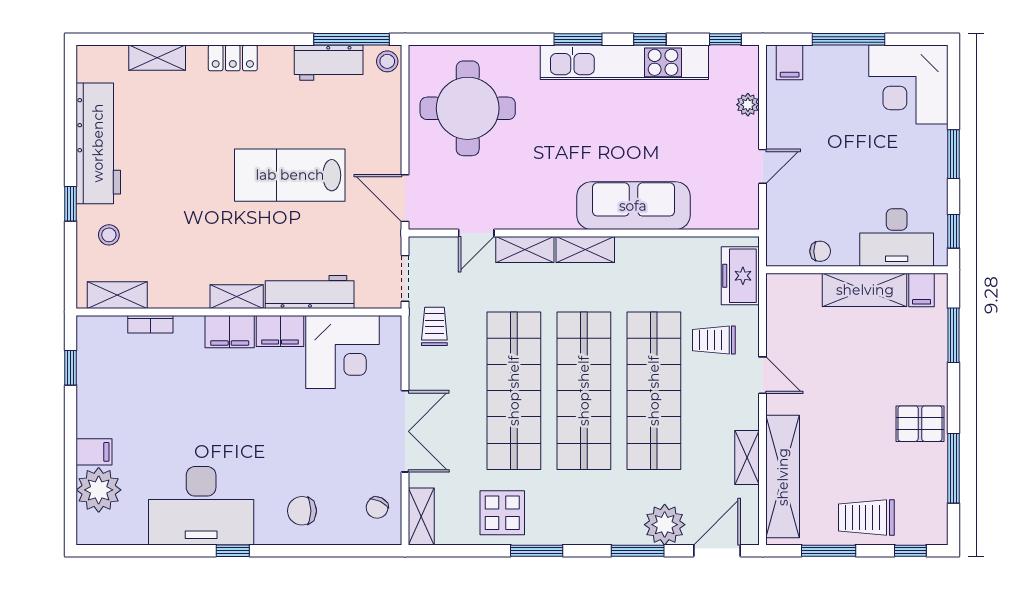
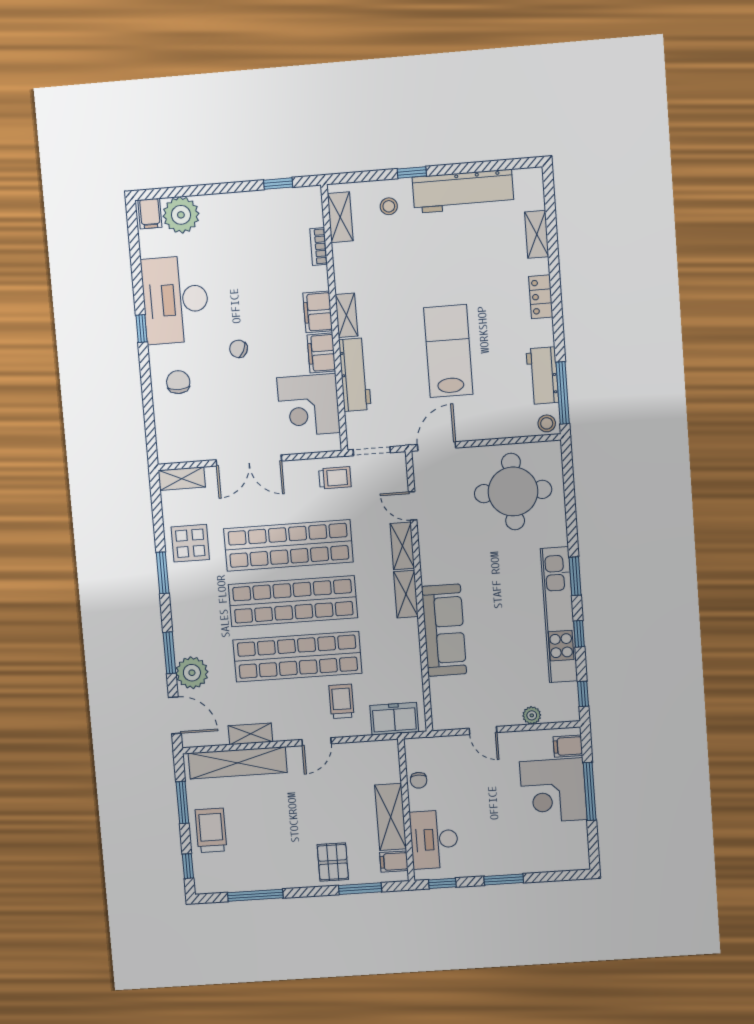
corner desk: (908, 85) -> (553, 791), moved, turned -90
pallet: (920, 424) -> (333, 862), moved
filing cabinet: (94, 452) -> (150, 214), moved
chair: (377, 508) -> (238, 349), moved

